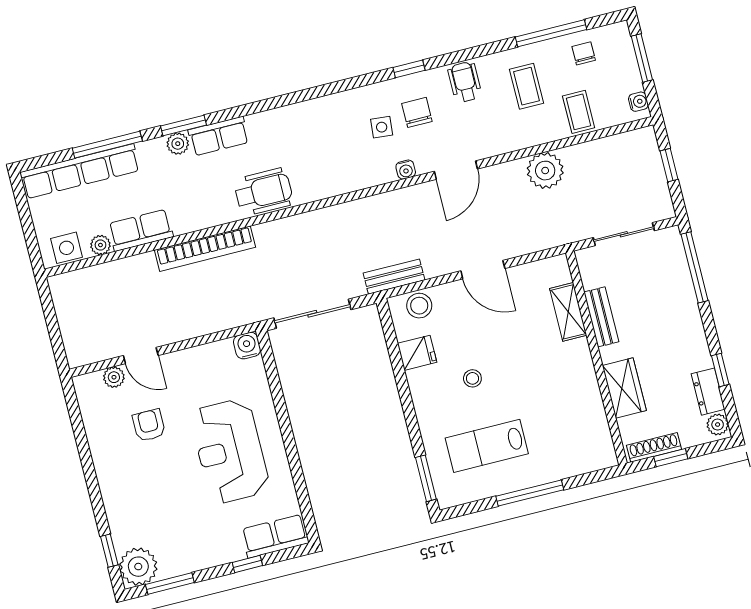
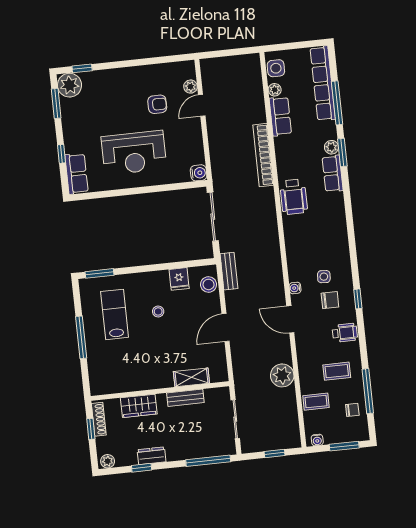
dresser: (708, 392) -> (152, 456), moved
reception desk: (230, 451) -> (134, 153), turned 180

